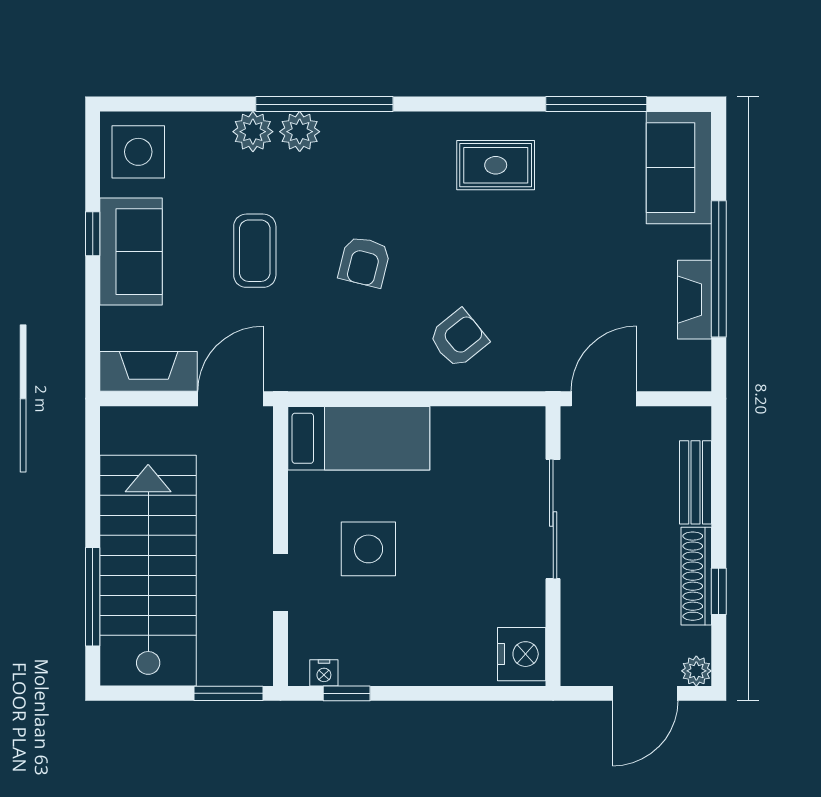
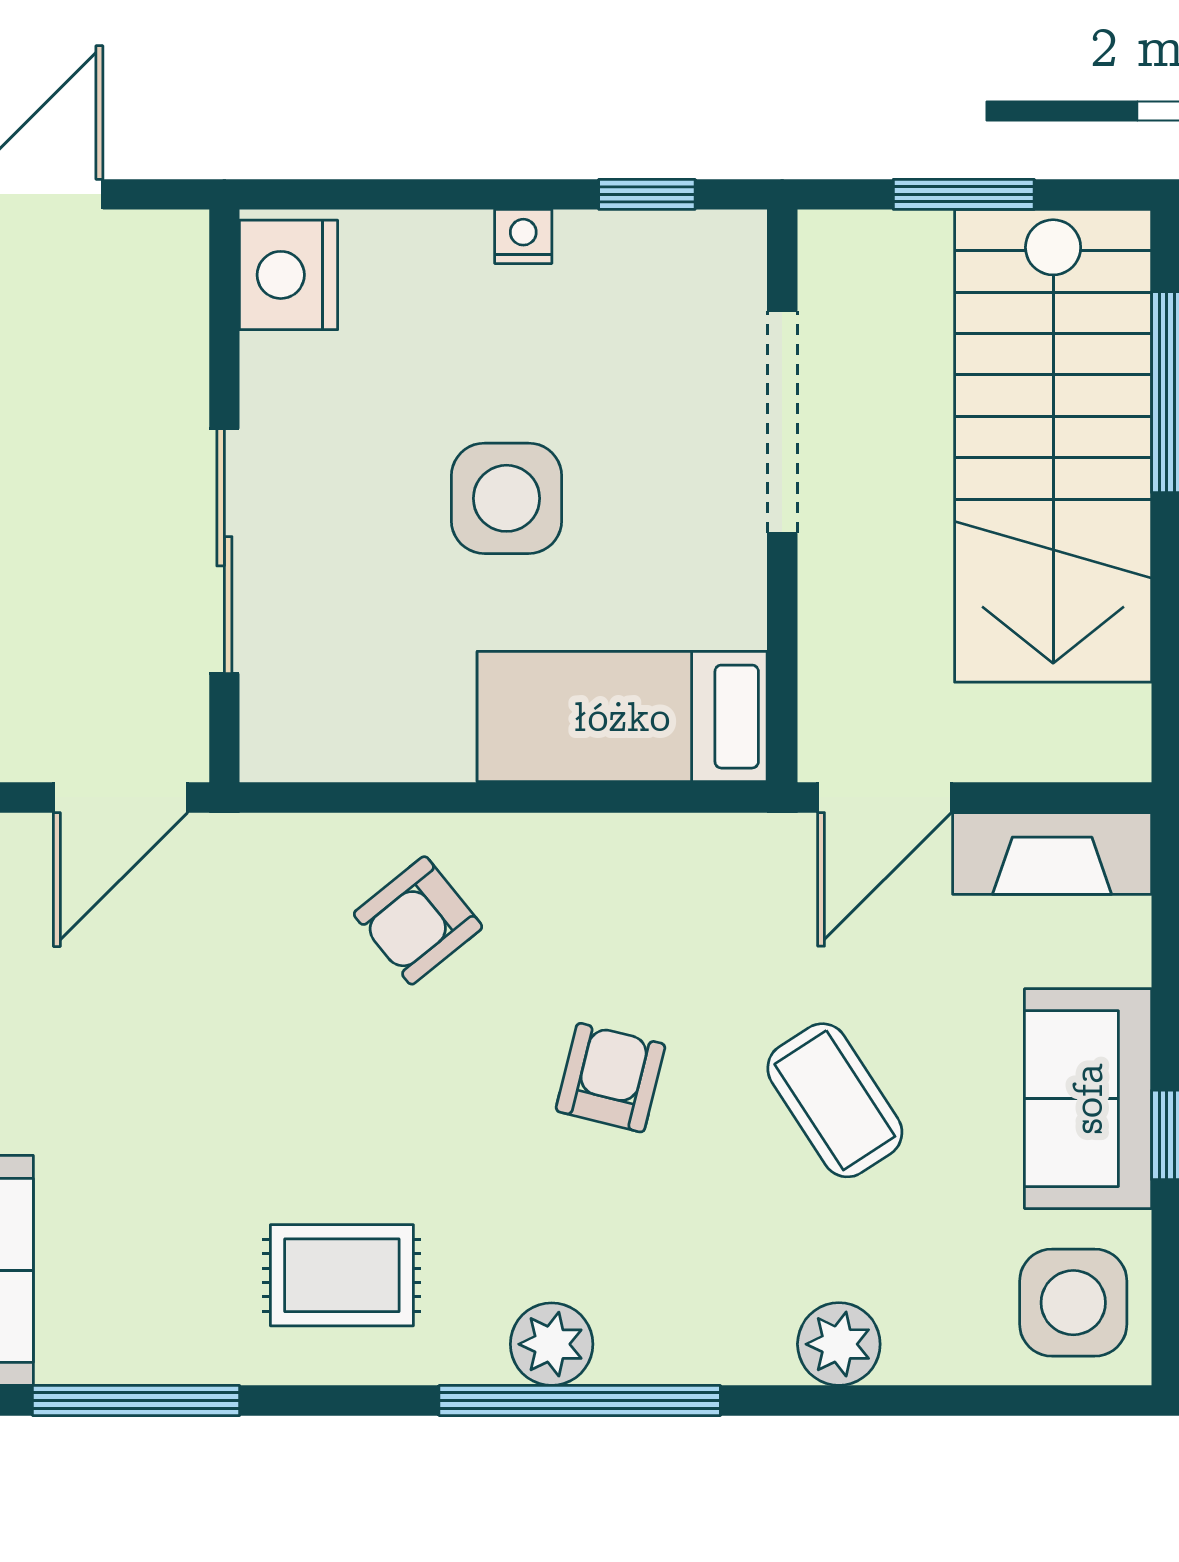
window: (324, 104) -> (580, 1400), moved
plant: (300, 132) -> (552, 1344), moved
coffee table: (255, 251) -> (835, 1100), turned -33
side table: (368, 549) -> (506, 498), moved
doorway: (280, 582) -> (782, 422), width x1.88
nightstand: (324, 673) -> (523, 236), moved
window: (228, 693) -> (964, 194), moved

